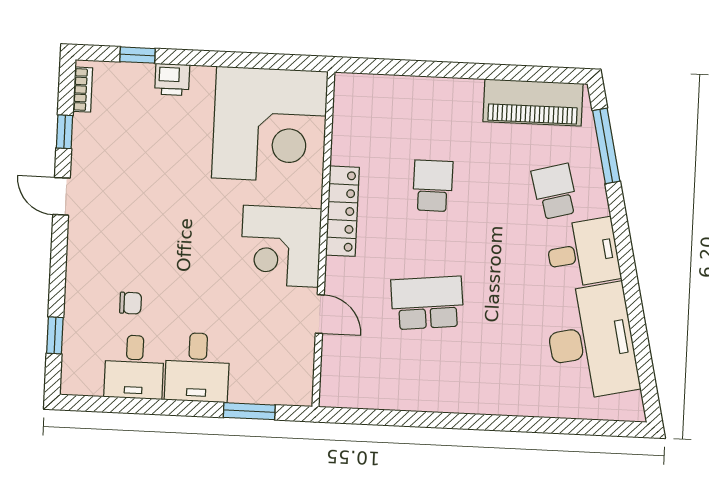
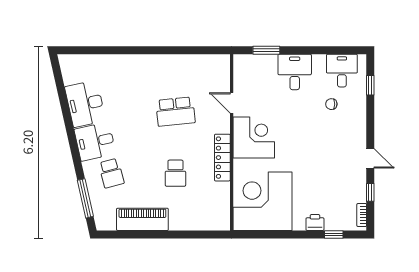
piano: (533, 102) -> (142, 219), moved
desk: (591, 342) -> (85, 104), width x0.73, depth x0.77
desk: (134, 367) -> (342, 71), moved

